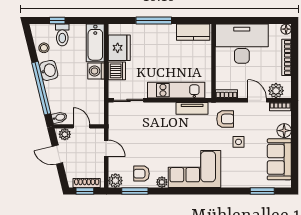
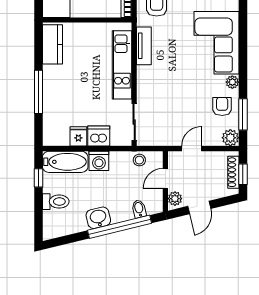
window: (57, 21) -> (38, 178), moved
stool: (44, 48) -> (139, 160), moved
fridge: (119, 48) -> (78, 136), width x0.53, depth x0.75
bidet: (59, 117) -> (139, 209), moved
armchair: (141, 174) -> (222, 106), turned 180

